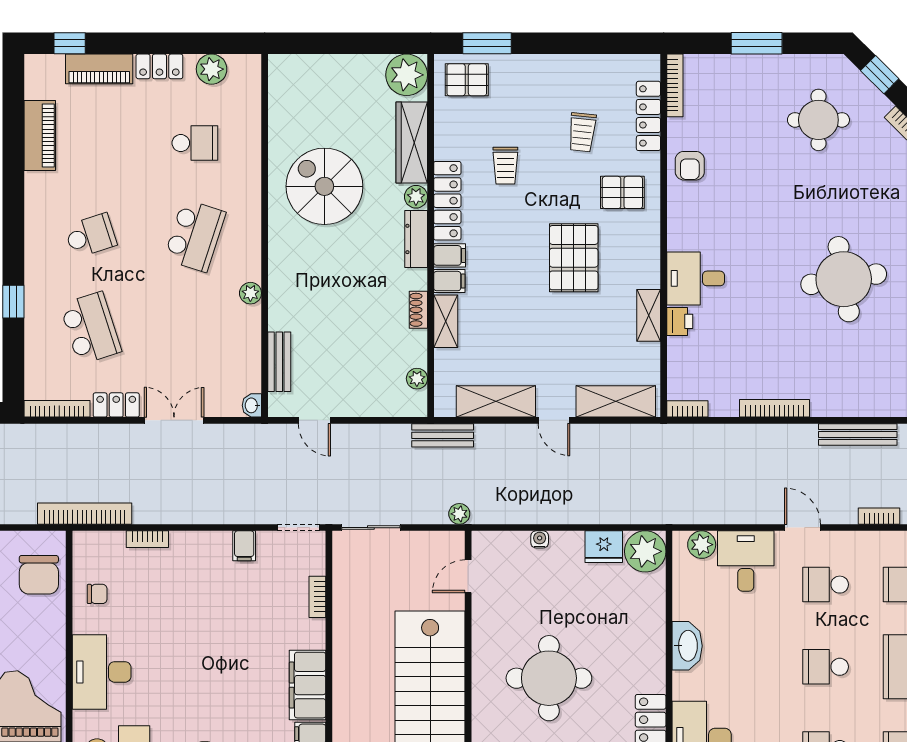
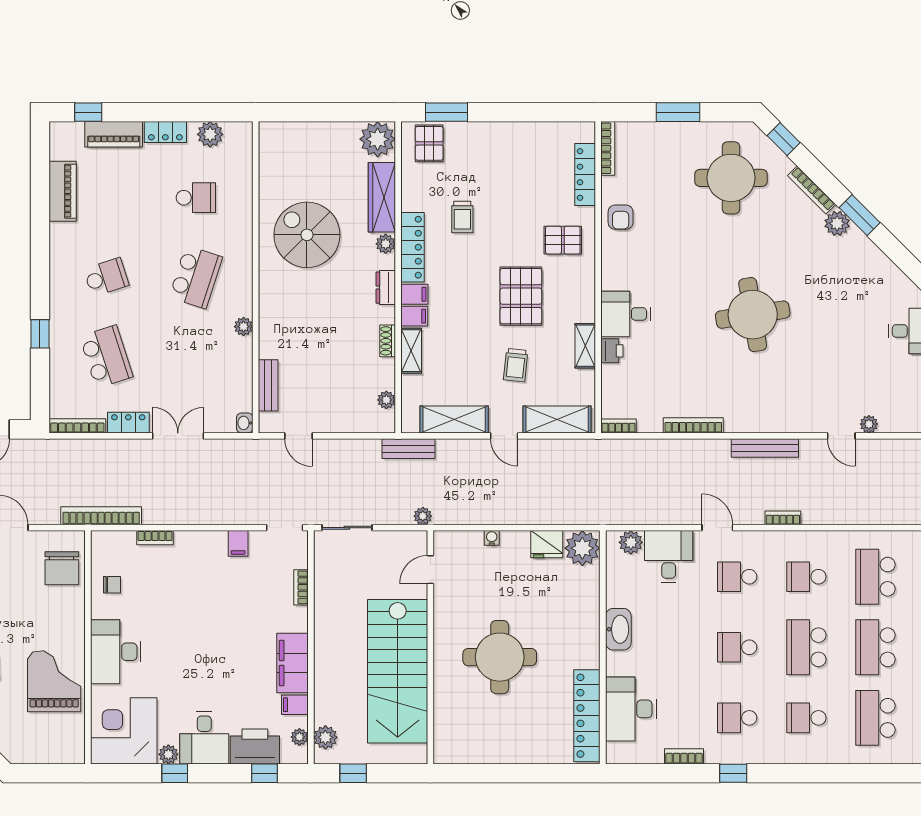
pallet: (467, 80) -> (429, 143), turned 90
round table: (818, 120) -> (731, 178), width x1.36, depth x1.36
trolley: (582, 132) -> (516, 365), moved
dresser: (416, 239) -> (386, 288), width x0.70

